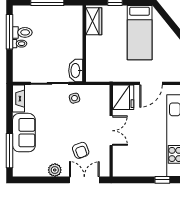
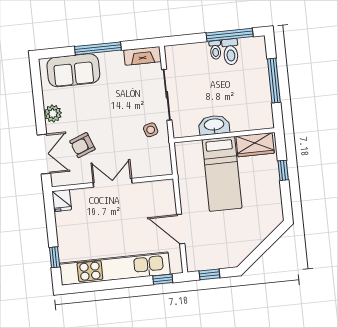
bed: (140, 33) -> (222, 174), moved, turned -90
washbasin: (76, 71) -> (214, 125), moved
fridge: (123, 97) -> (62, 201), moved, width x0.53, depth x0.75
double door: (111, 131) -> (113, 183), swing flipped
sofa: (24, 133) -> (73, 70), moved
window: (10, 151) -> (98, 48), moved

